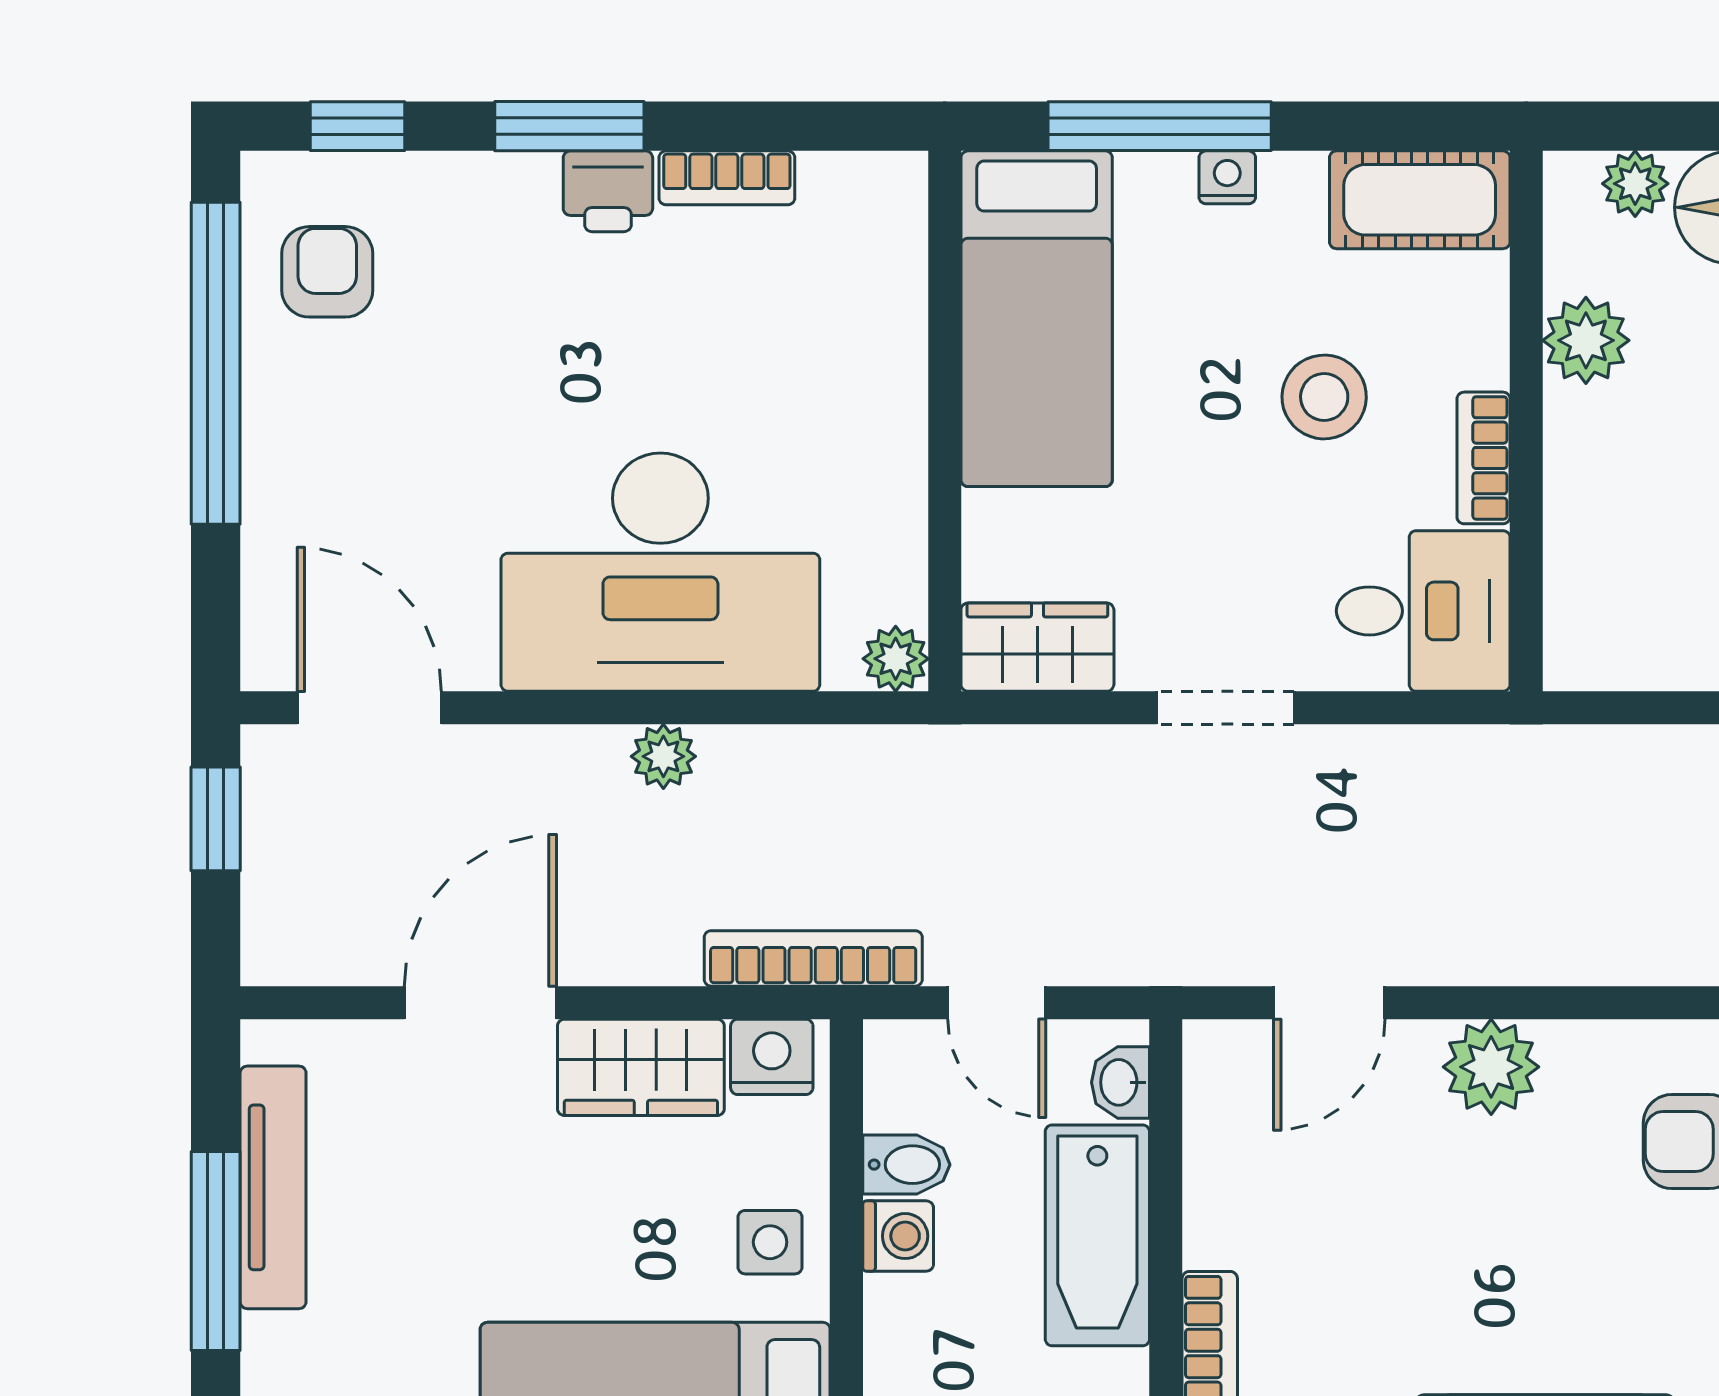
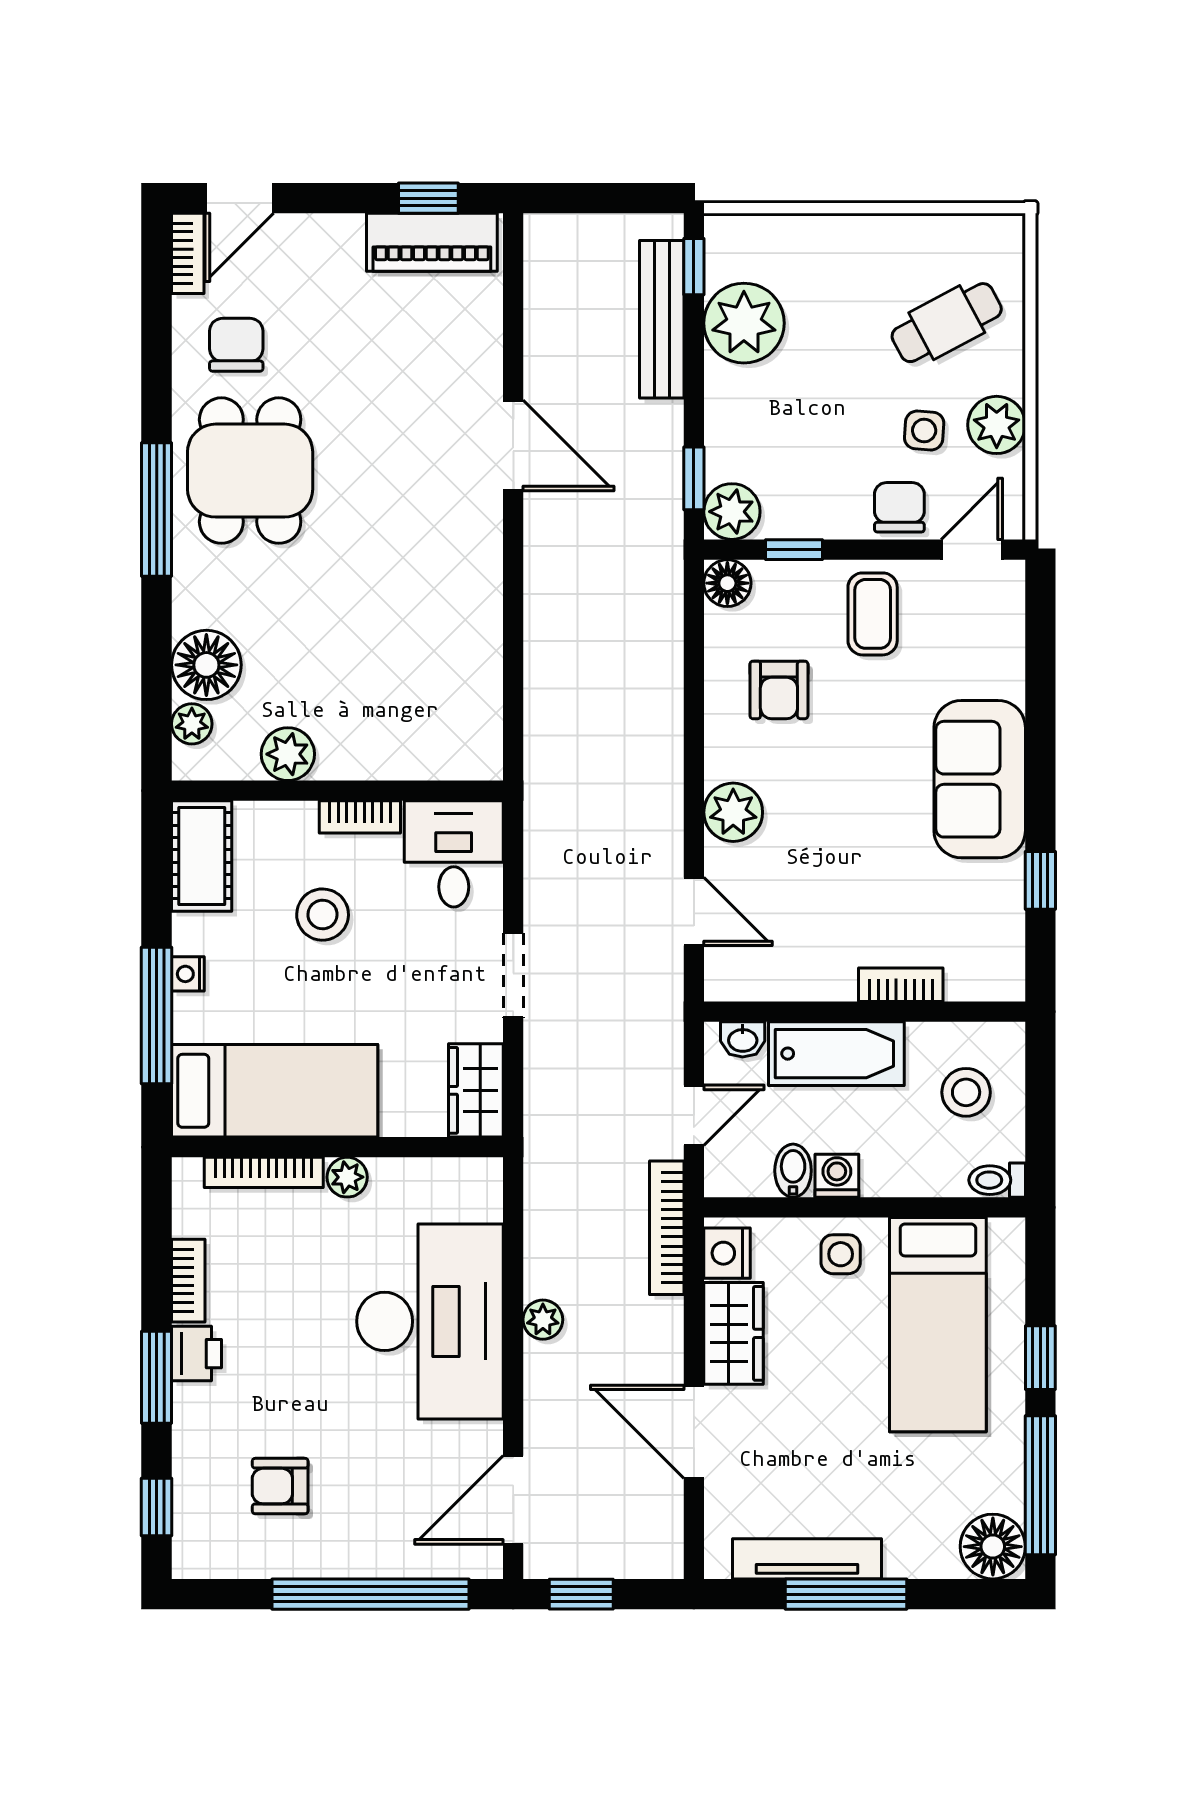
armchair: (327, 272) -> (280, 1486), moved
bookcase: (903, 301) -> (264, 1172), added
window: (216, 363) -> (370, 1594), moved
plant: (896, 659) -> (347, 1177), moved

